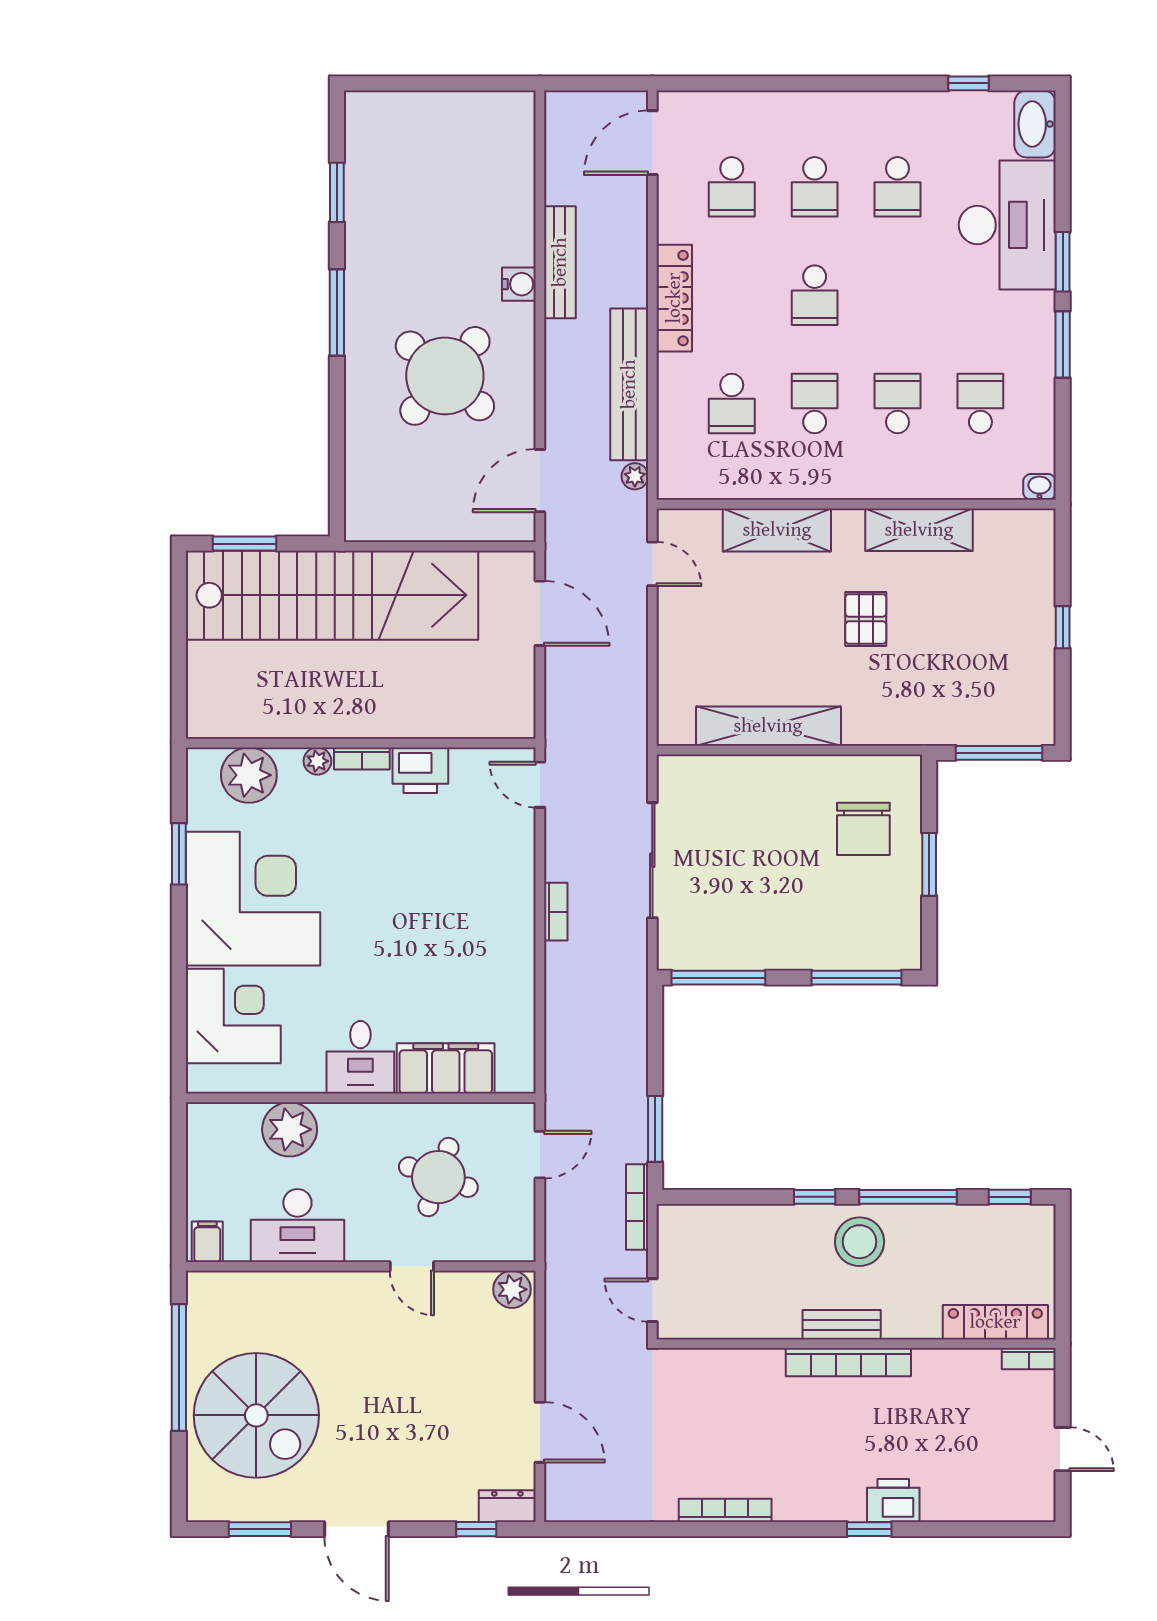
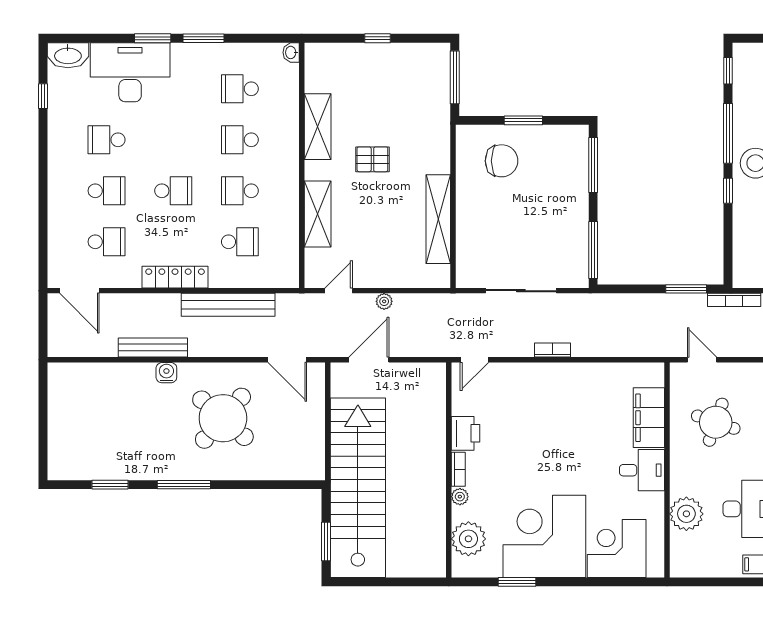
school desk: (898, 187) -> (107, 140), turned 180
plant: (635, 476) -> (384, 301), moved

